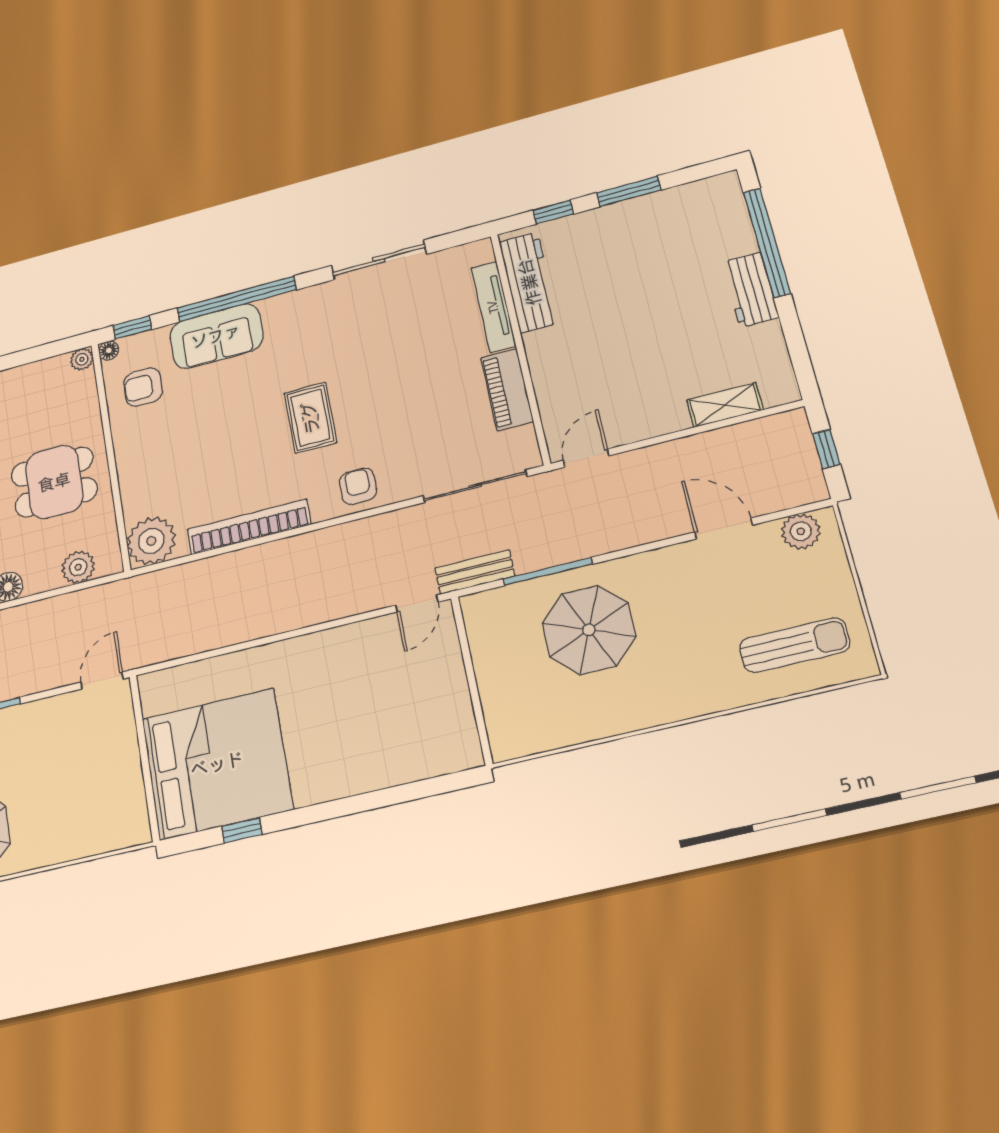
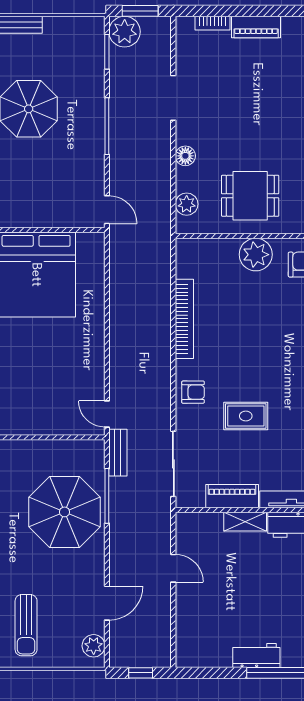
shelving: (725, 405) -> (245, 522), moved, turned 90
rug: (310, 418) -> (246, 416), moved
door: (586, 458) -> (173, 568), moved
dining table: (54, 482) -> (250, 196), turned 90
plant: (151, 541) -> (256, 255), moved
parasol: (589, 630) -> (65, 512), width x1.36, depth x1.36

